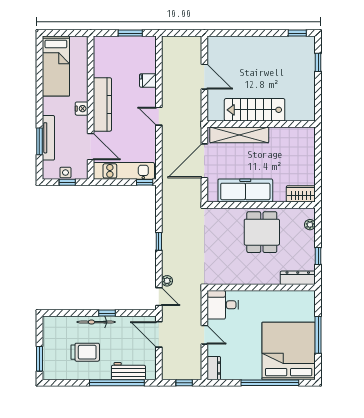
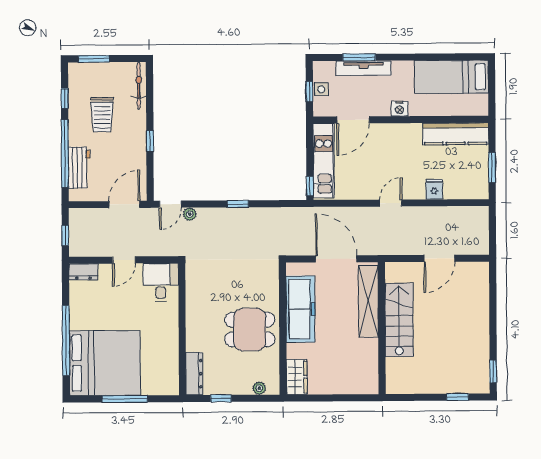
kitchen counter: (102, 104) -> (456, 134), moved
bicycle: (96, 322) -> (139, 85), moved
window: (72, 383) -> (65, 98), added

